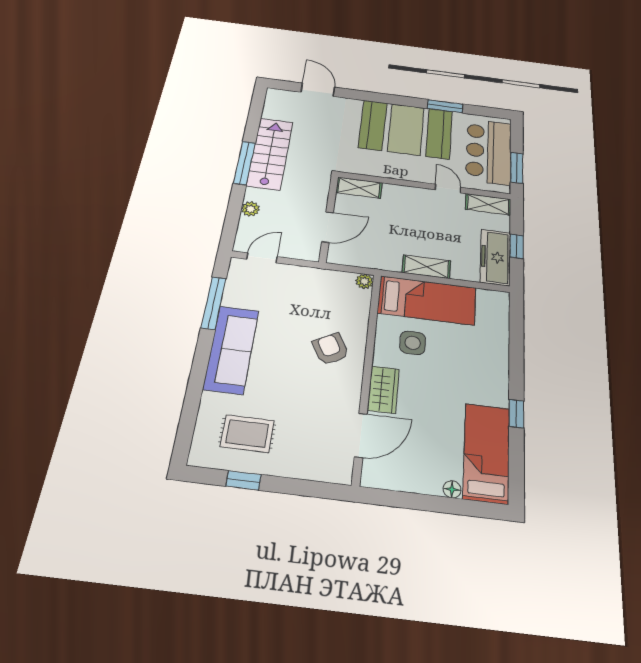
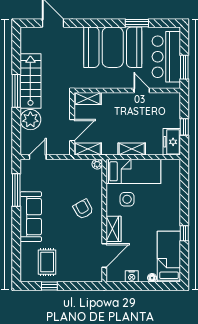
shelving: (488, 204) -> (88, 149), moved
plant: (250, 209) -> (30, 120), width x1.87, depth x1.87
freezer: (495, 257) -> (172, 142), width x0.71
rug: (247, 434) -> (47, 262), turned 90
nightstand: (412, 482) -> (132, 276), added

